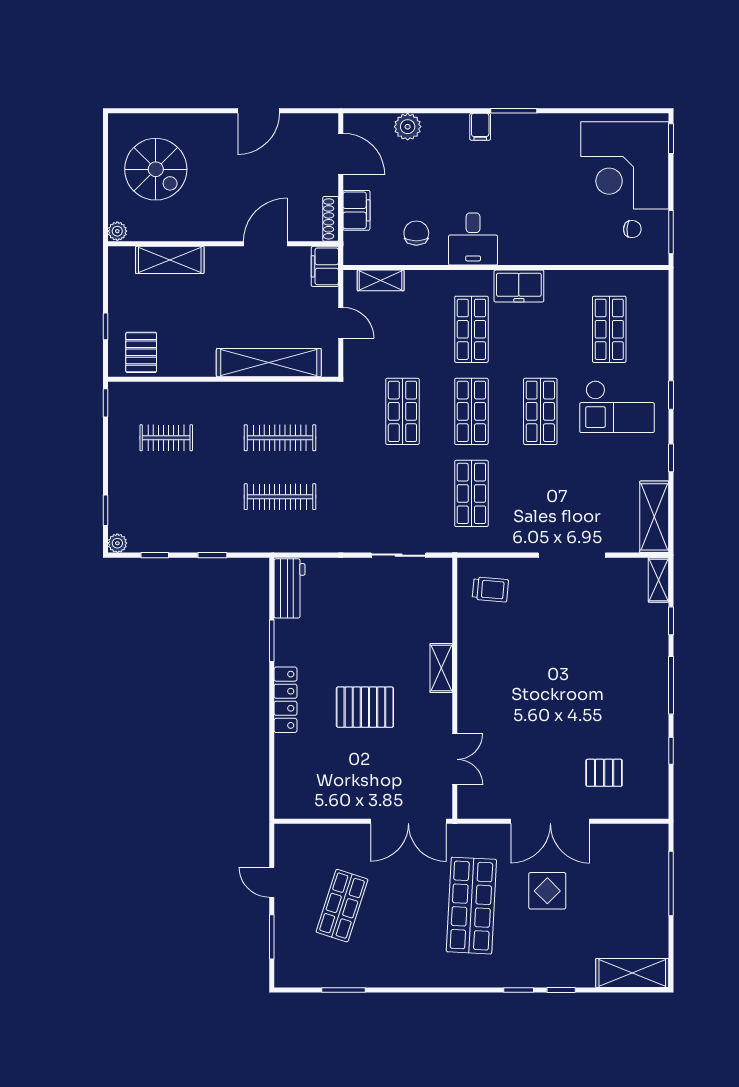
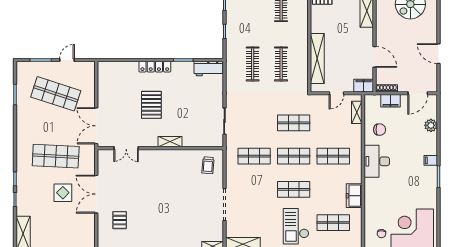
desk: (473, 239) -> (377, 161), width x1.37
freezer: (519, 286) -> (354, 196), moved
shop shelf: (342, 906) -> (56, 94), width x1.43, depth x1.36

